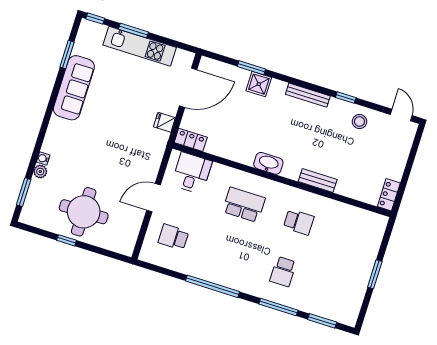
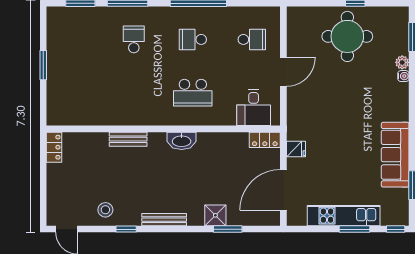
school desk: (299, 222) -> (193, 39), moved

